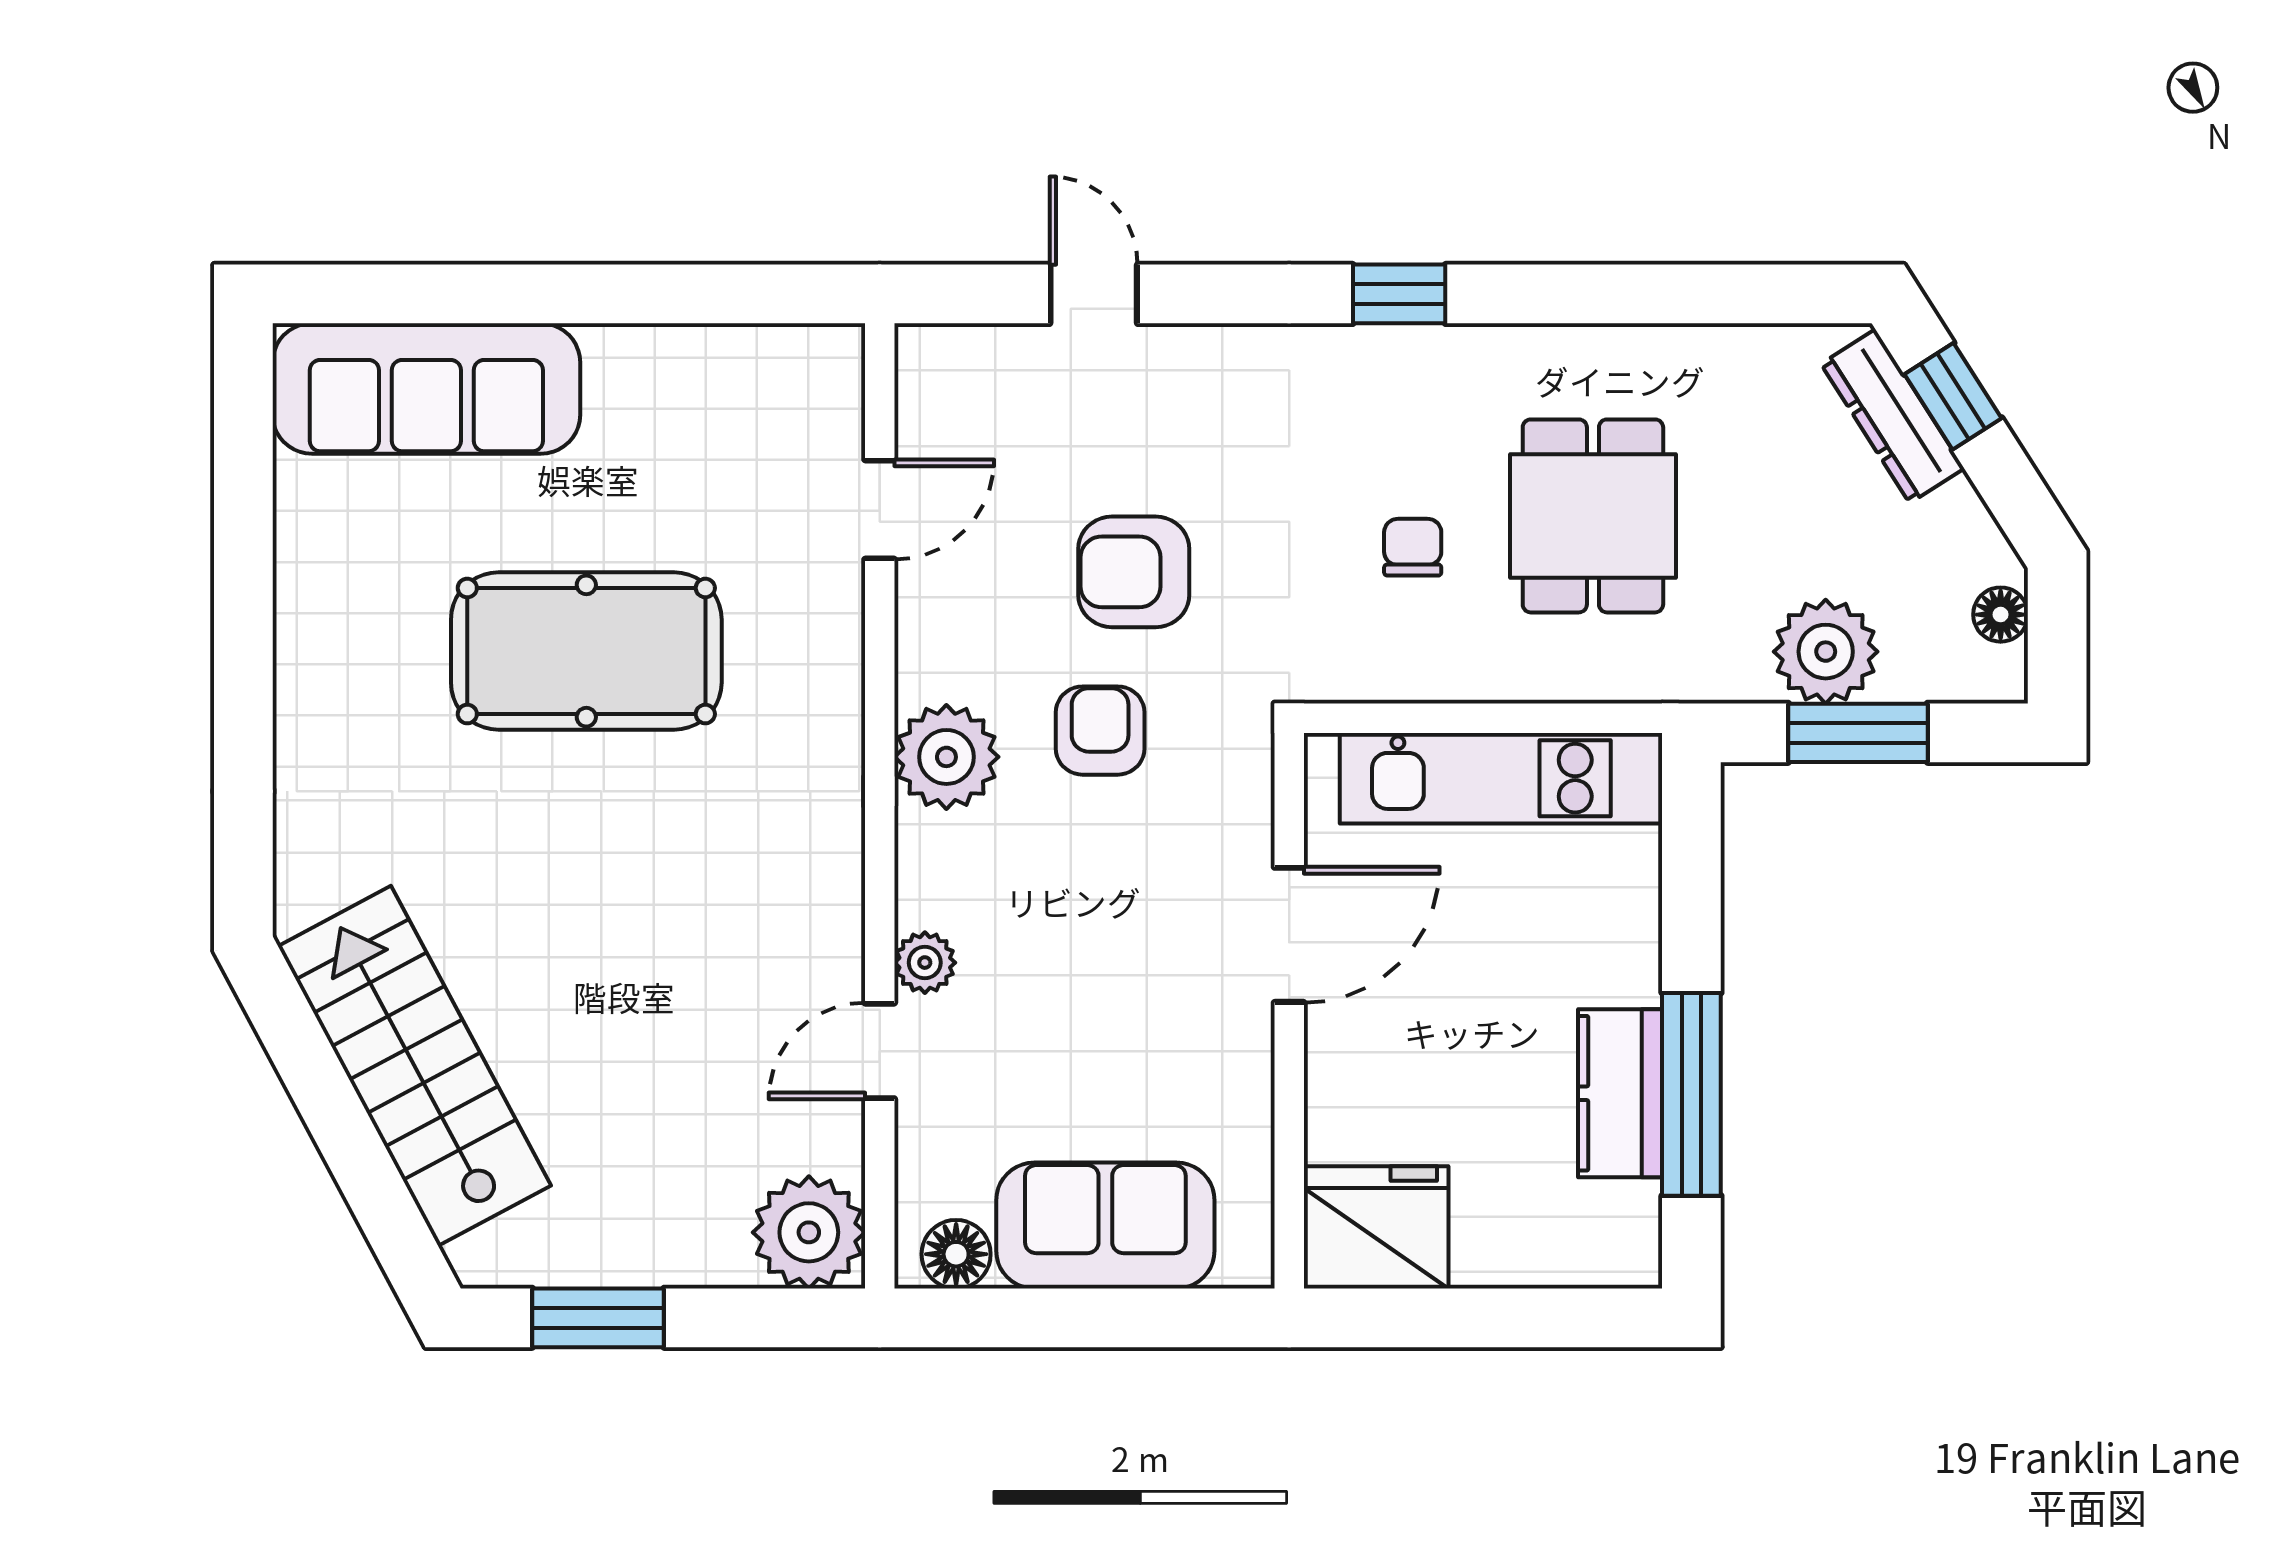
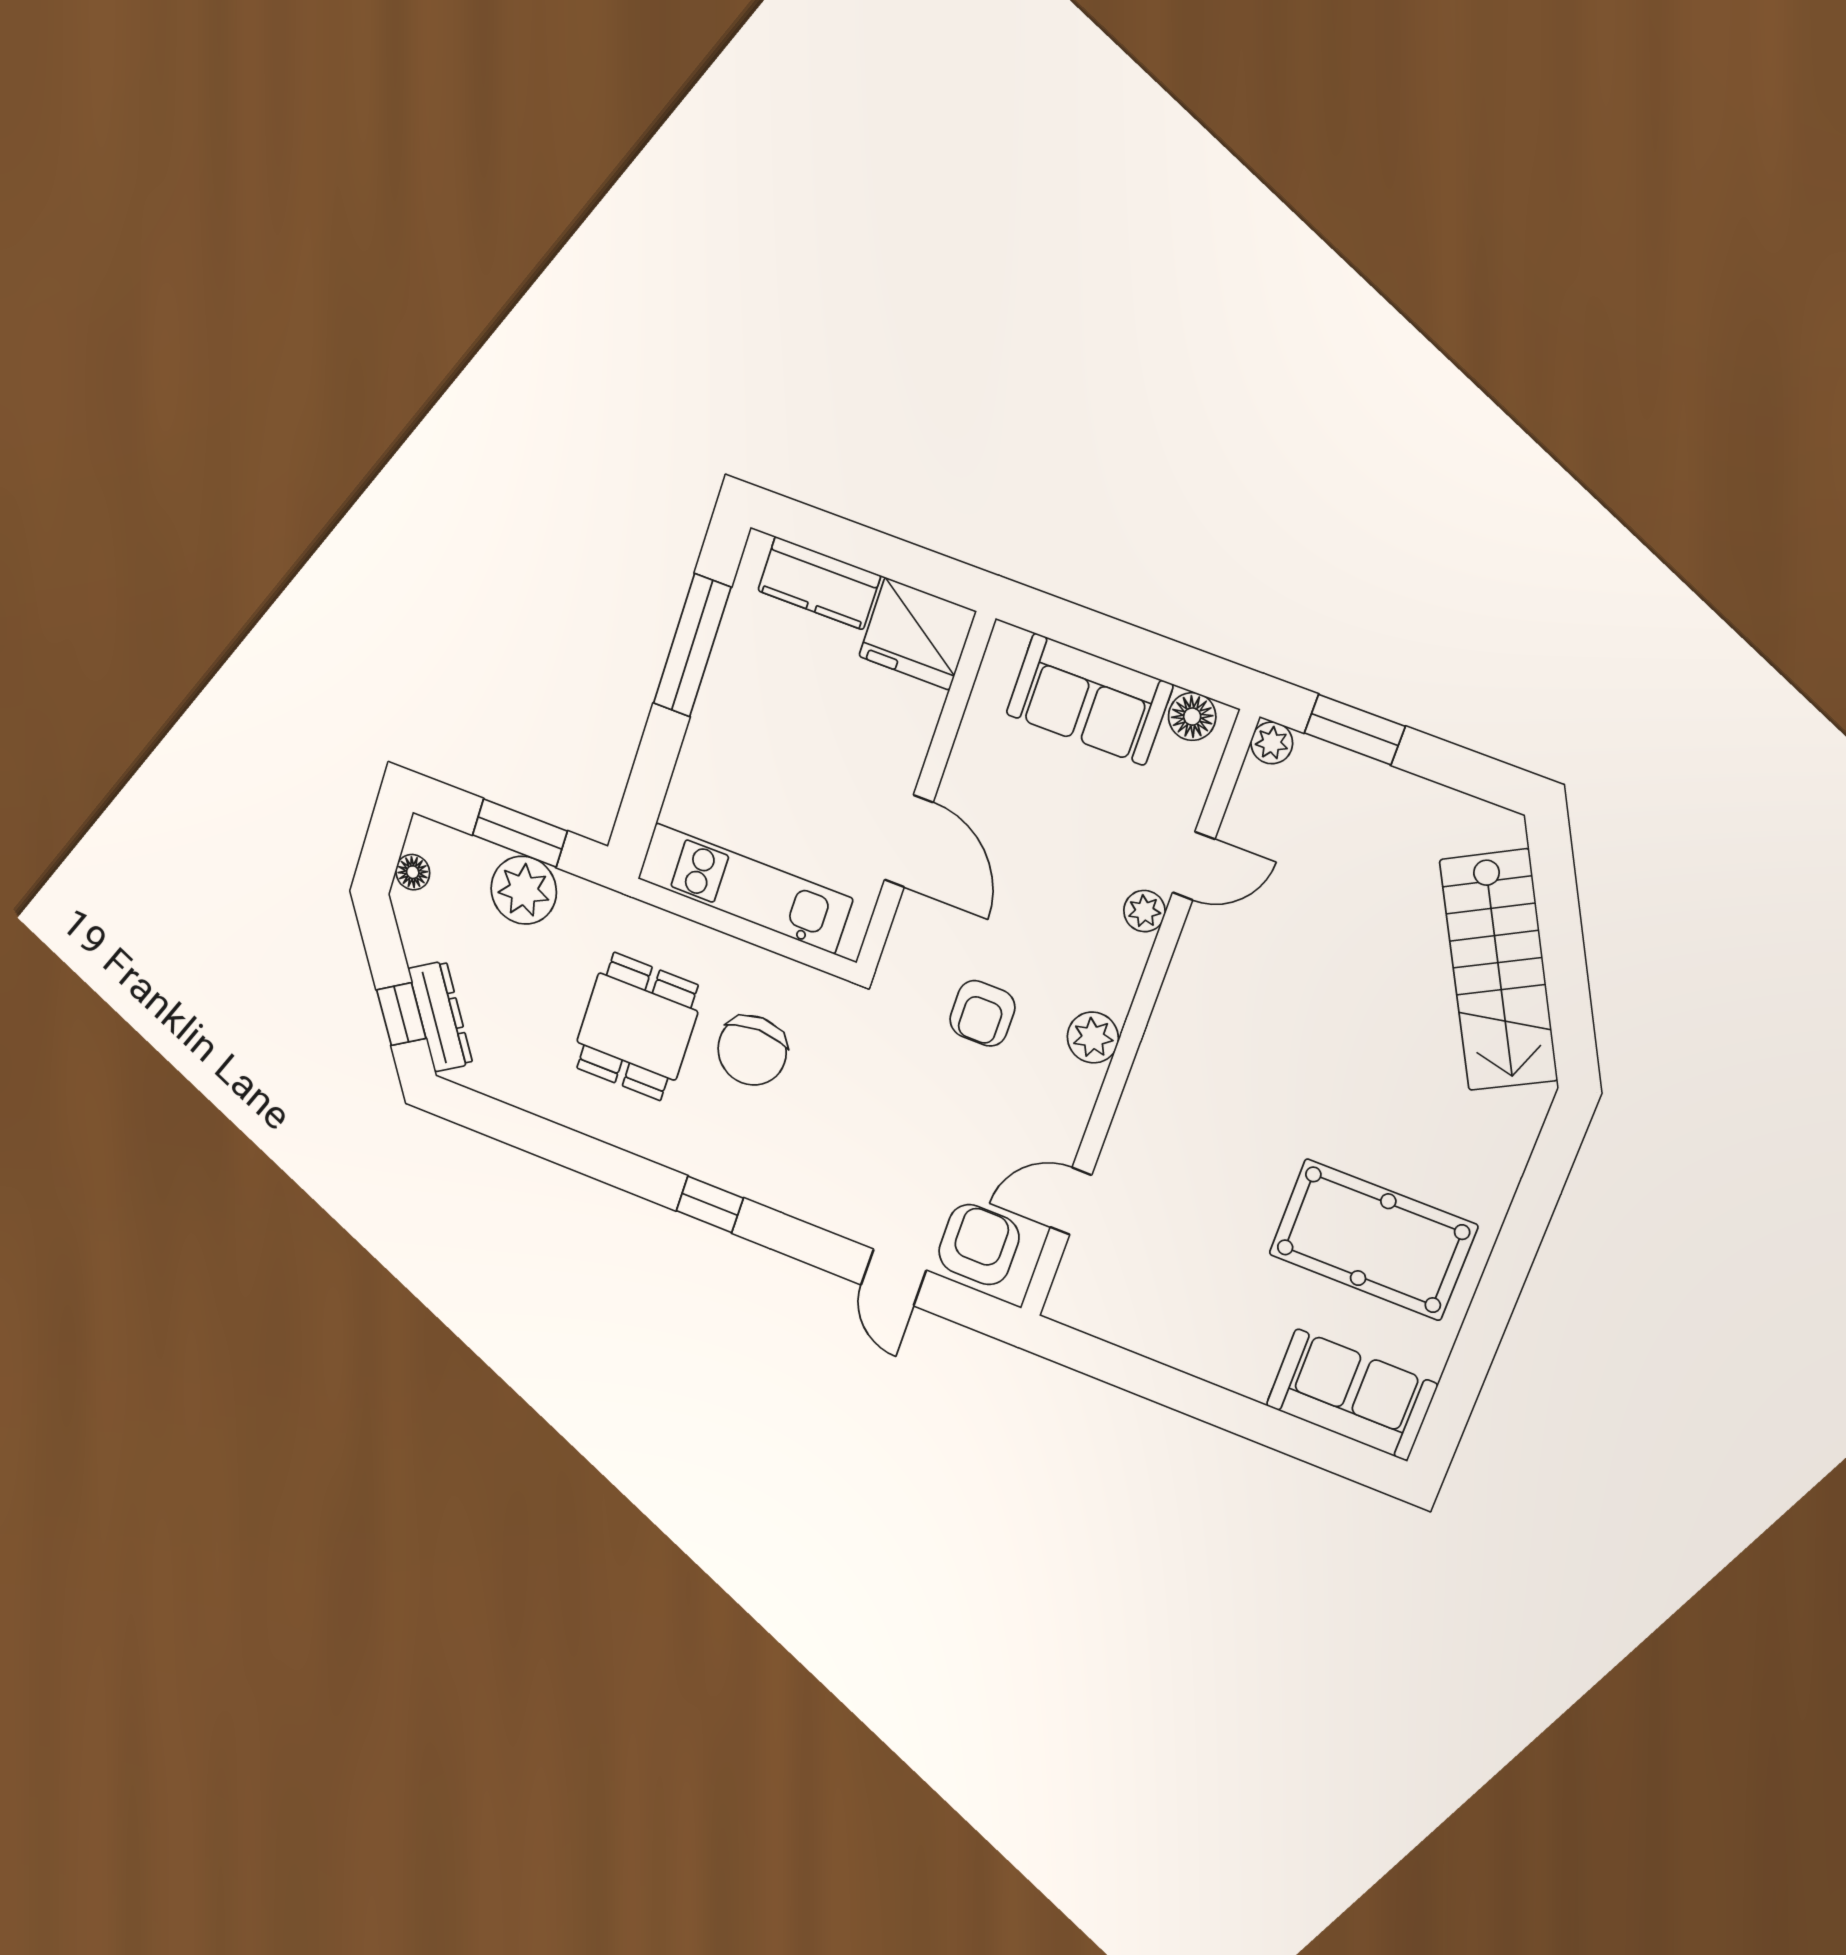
sofa: (426, 389) -> (1352, 1395), width x0.73
chair: (1413, 547) -> (752, 1050), width x1.87, depth x1.87
armchair: (1134, 572) -> (979, 1245), moved, turned -90
pool table: (586, 651) -> (1373, 1240), moved
plant: (946, 757) -> (1093, 1038), width x0.73, depth x0.73
door: (1289, 935) -> (909, 841), swing flipped
kitchen counter: (1620, 1093) -> (819, 583), moved, turned 90
plant: (809, 1232) -> (1272, 743), width x0.53, depth x0.53
window: (598, 1318) -> (1355, 730), moved

